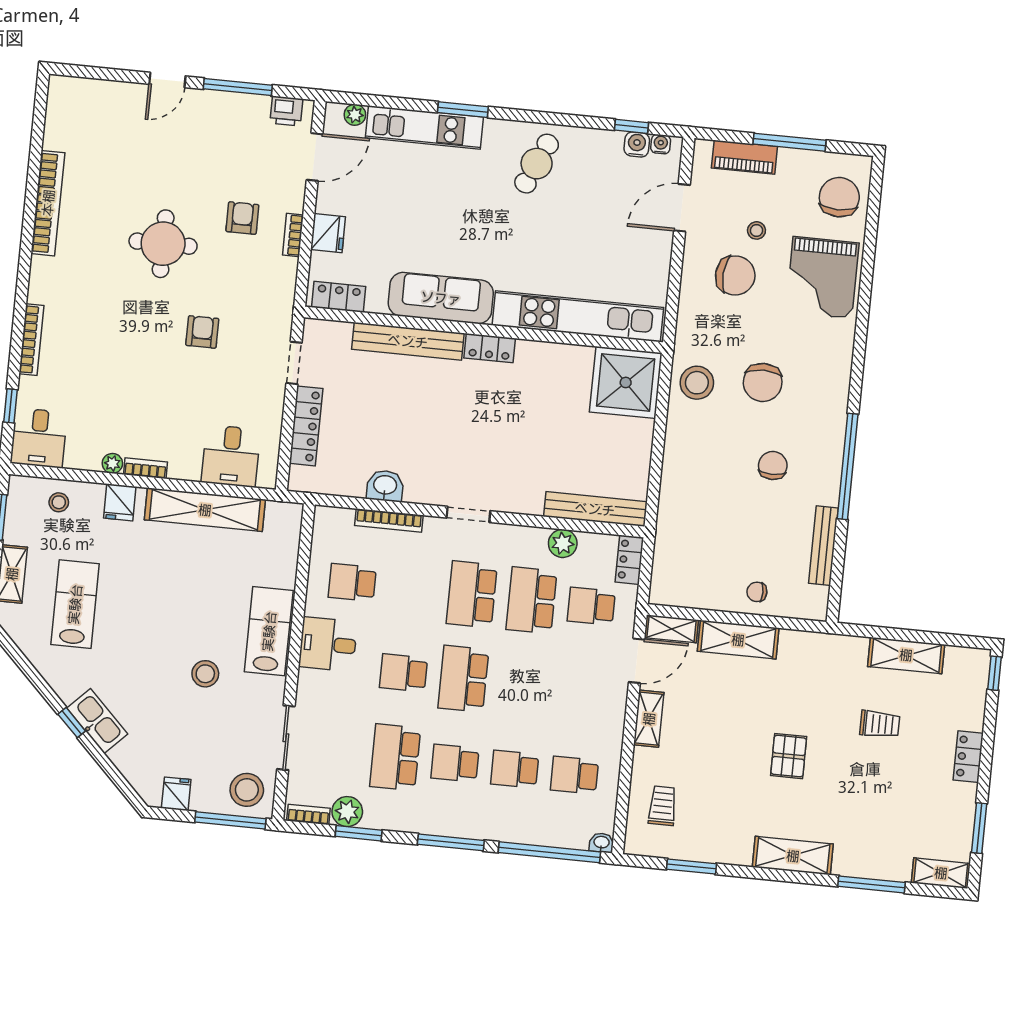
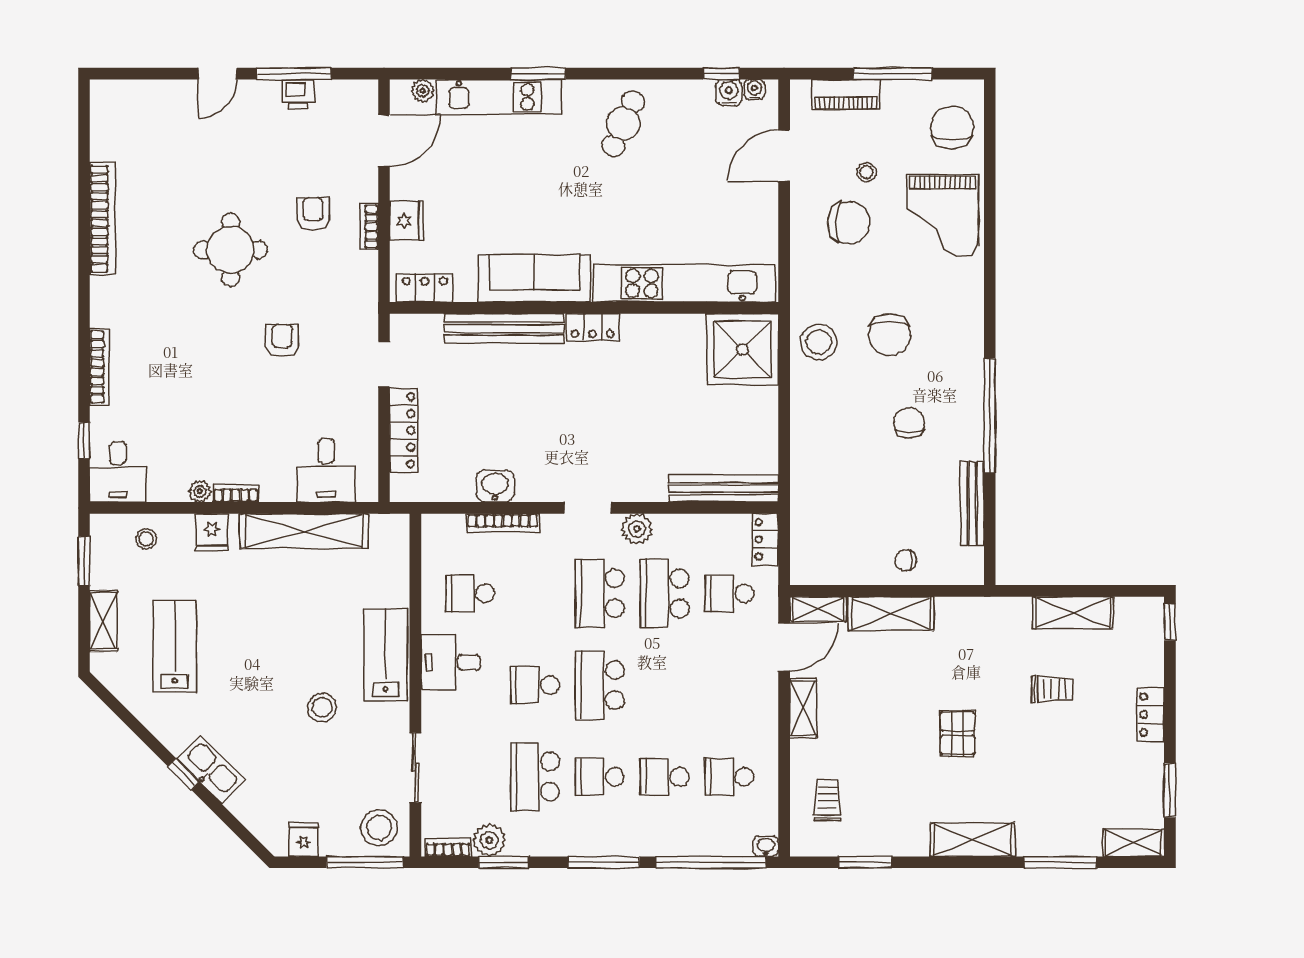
printer: (286, 111) -> (298, 94), moved
plant: (563, 543) -> (637, 529), moved

